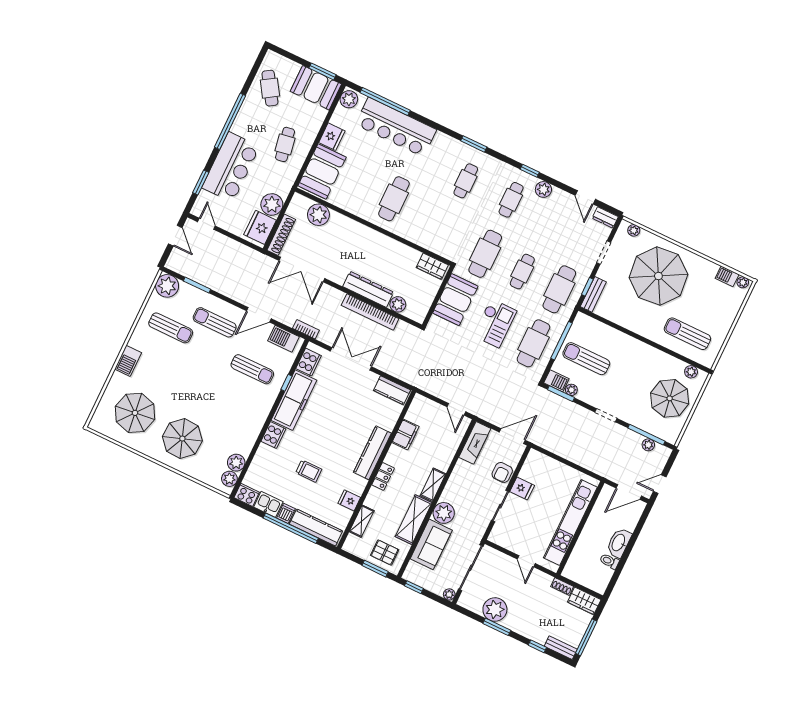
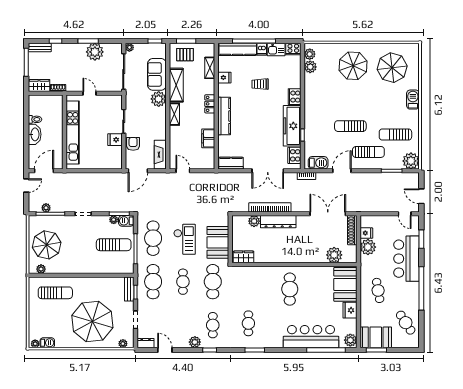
fridge: (260, 227) -> (366, 233), width x0.53, depth x0.75
checkout: (495, 323) -> (185, 239), turned 180
sun lounger: (252, 369) -> (350, 126), moved

